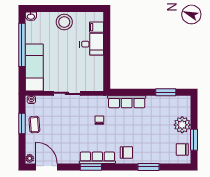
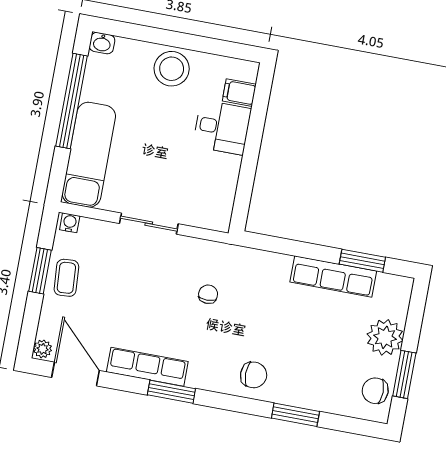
row of seats: (127, 102) -> (333, 276), moved
row of seats: (97, 158) -> (147, 367), moved

